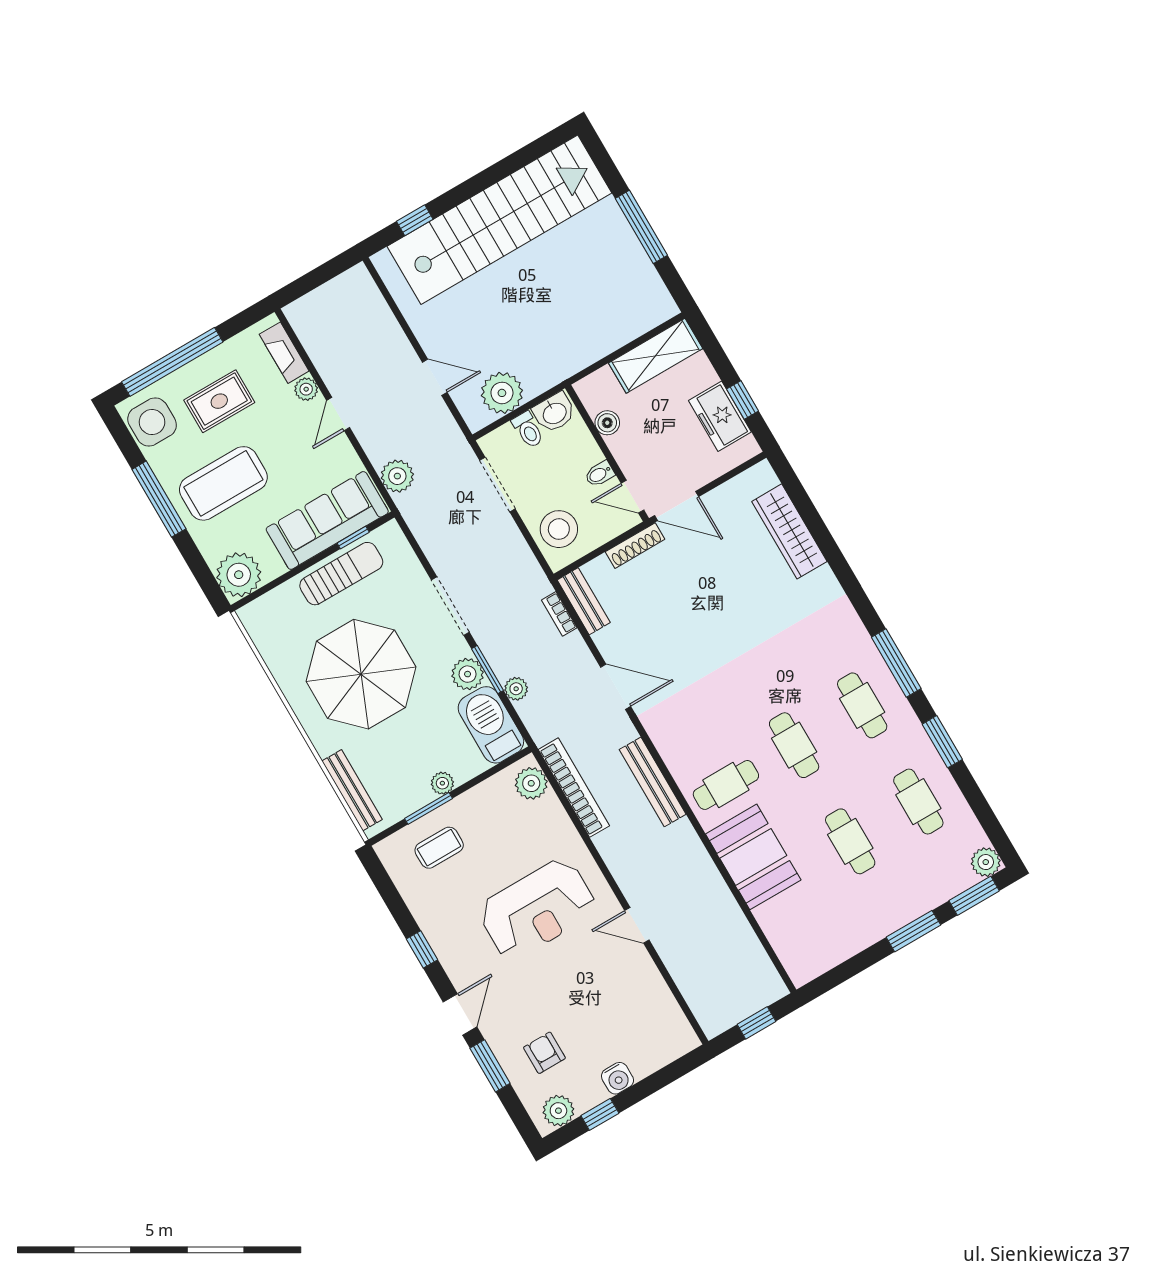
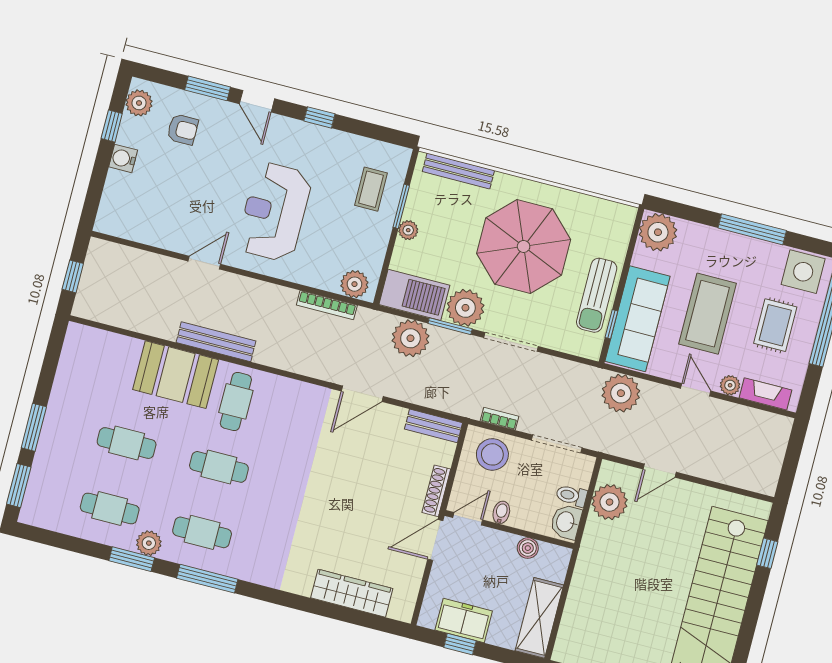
plant: (397, 476) -> (621, 393), width x1.36, depth x1.36
coffee table: (223, 483) -> (708, 314), moved
bookcase: (559, 614) -> (499, 419), moved
plant: (468, 674) -> (465, 308), width x1.36, depth x1.36
plant: (516, 689) -> (410, 338), width x1.88, depth x1.88
bench: (653, 782) -> (216, 342), moved
bookcase: (574, 788) -> (327, 305), width x0.68, depth x0.76
plant: (986, 862) -> (149, 543), moved

